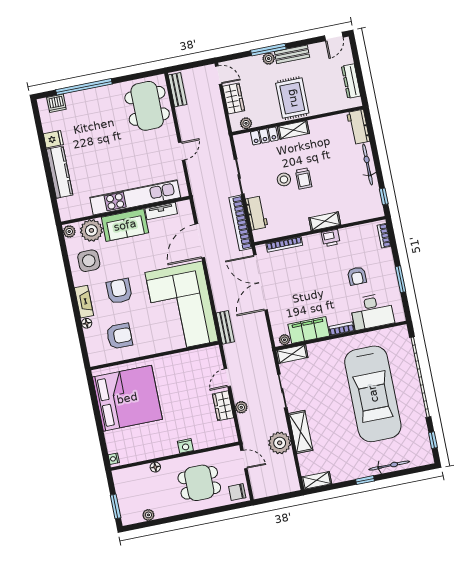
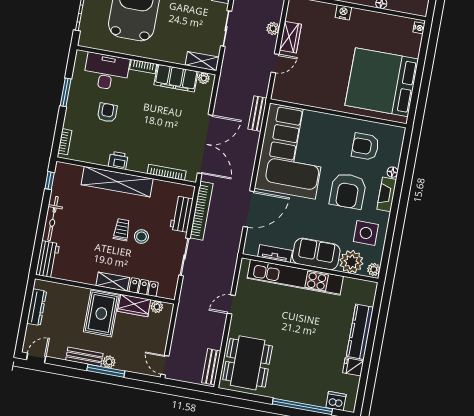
wardrobe: (234, 99) -> (134, 305), moved, turned -90
shelving: (325, 221) -> (117, 182), width x2.20, depth x1.33
armchair: (119, 291) -> (348, 191), width x1.36, depth x1.36

